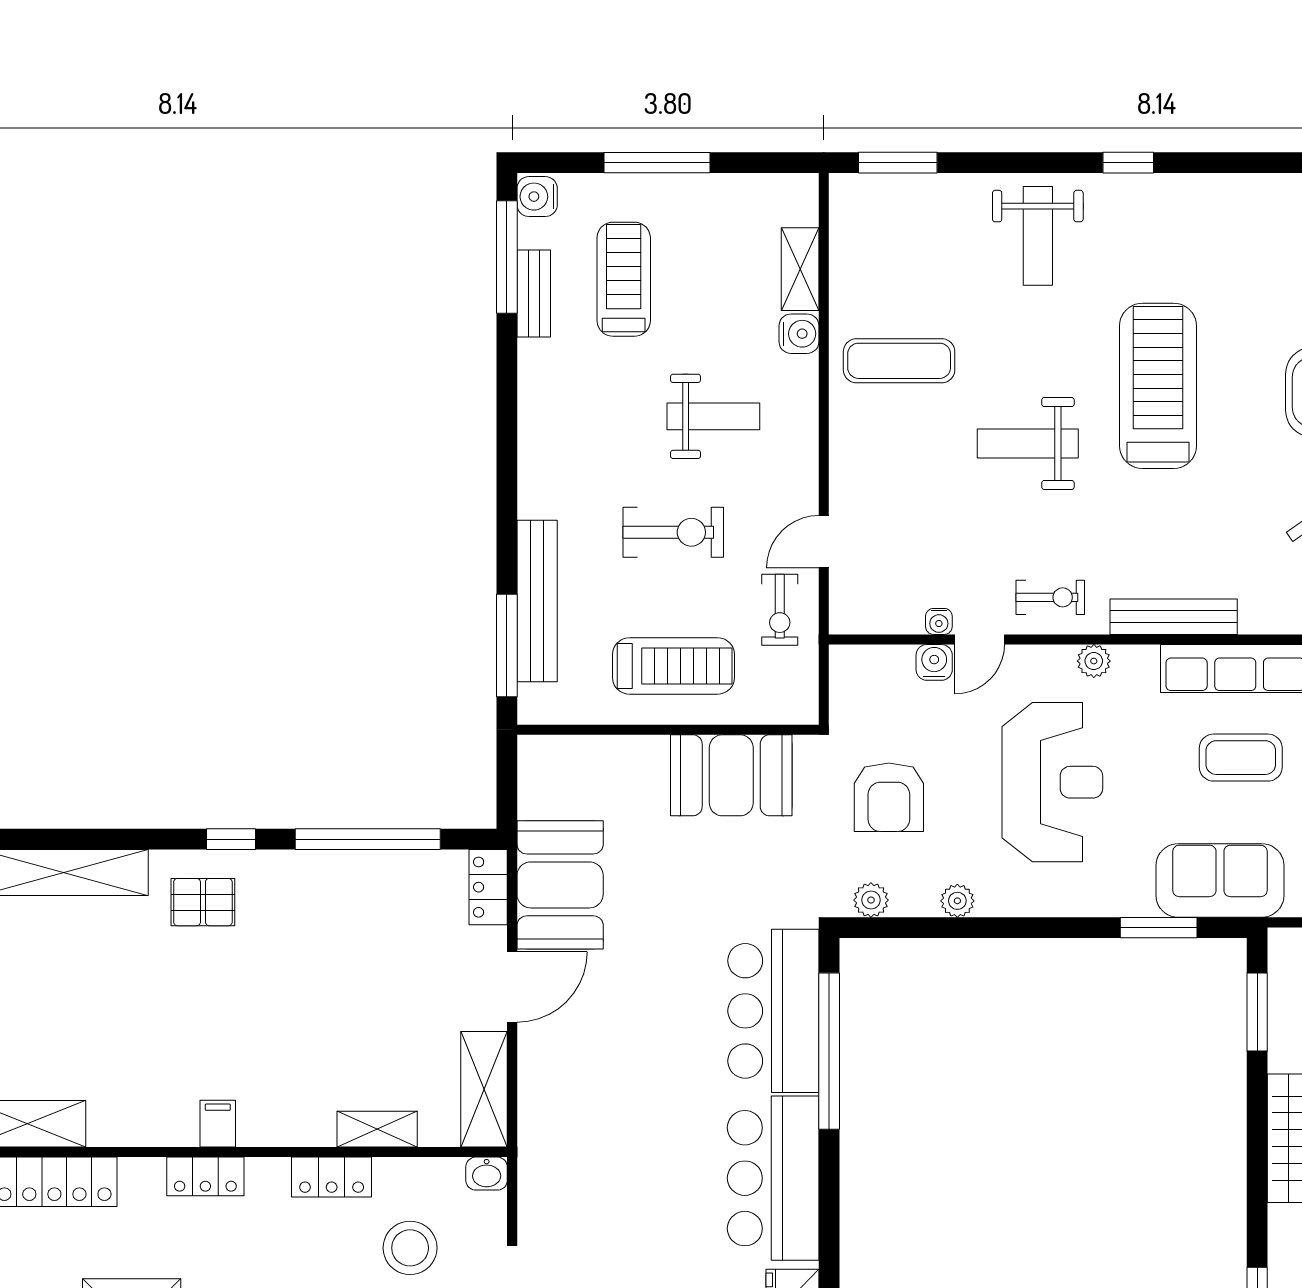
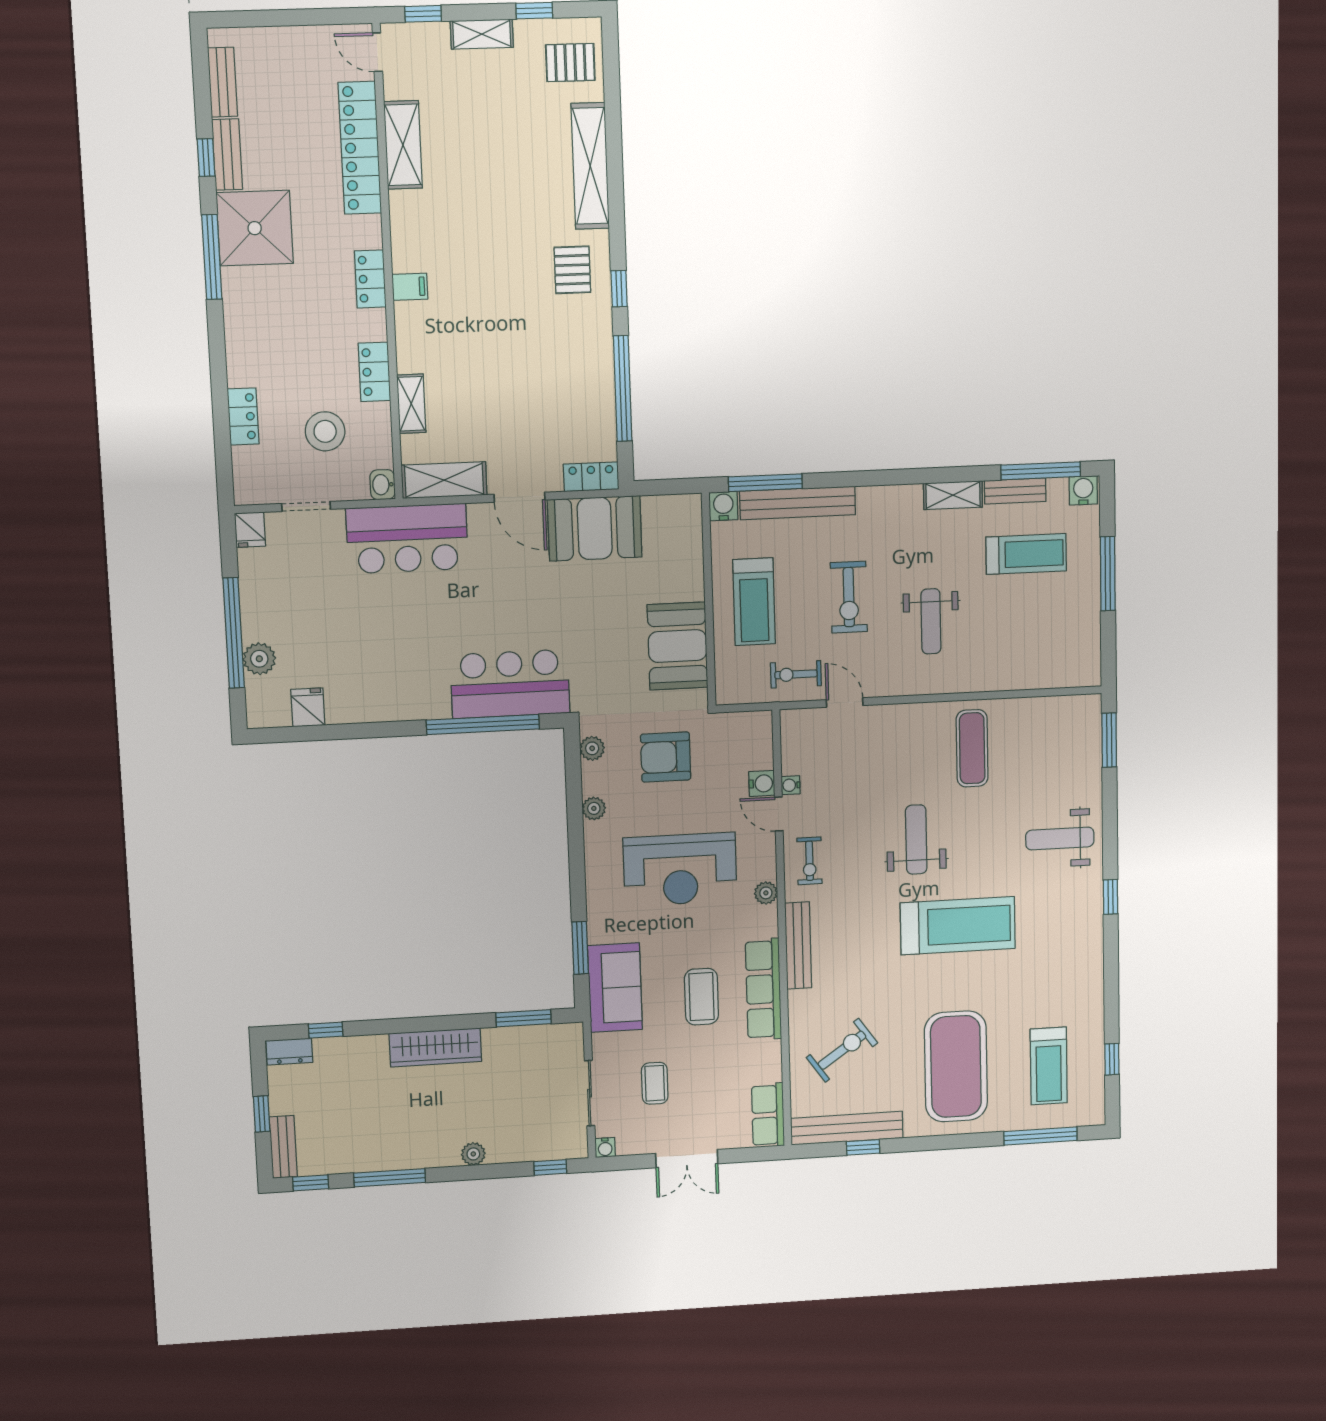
shelving: (800, 269) -> (953, 495), moved
water cooler: (799, 334) -> (723, 506), moved, turned 180
bar counter: (773, 1178) -> (407, 539), moved, turned 180

